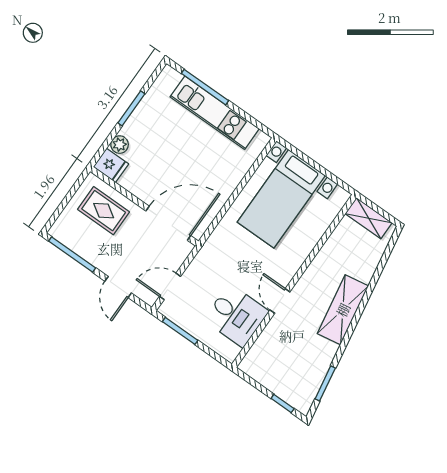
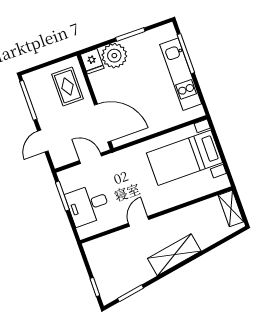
plant: (120, 145) -> (114, 56), width x1.88, depth x1.88
door: (170, 286) -> (90, 158), moved
desk: (236, 316) -> (88, 205), moved, turned 90

